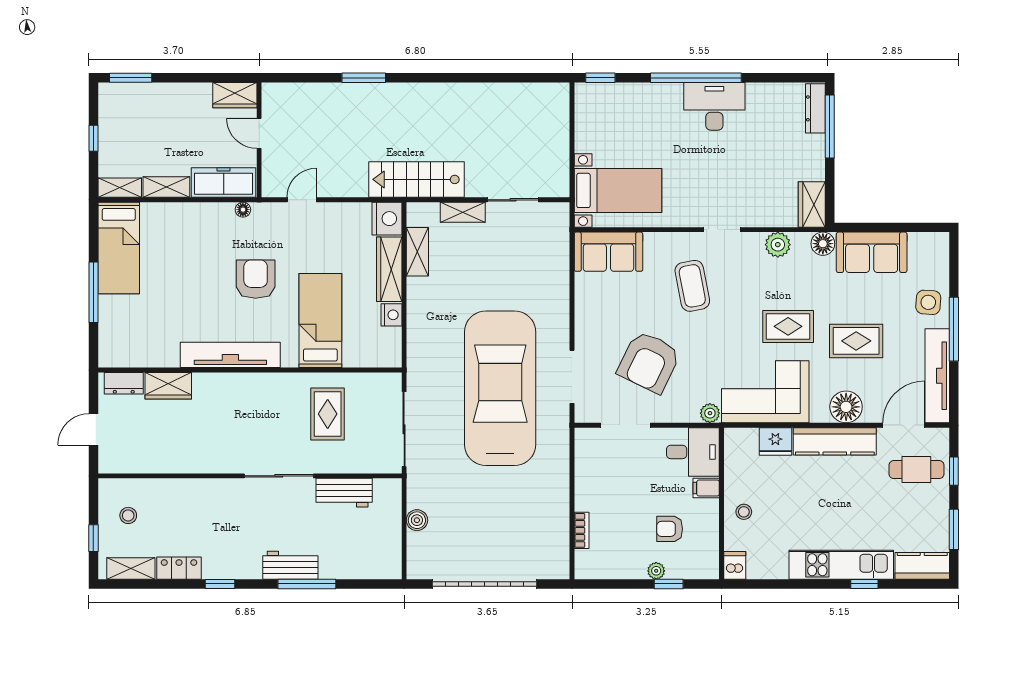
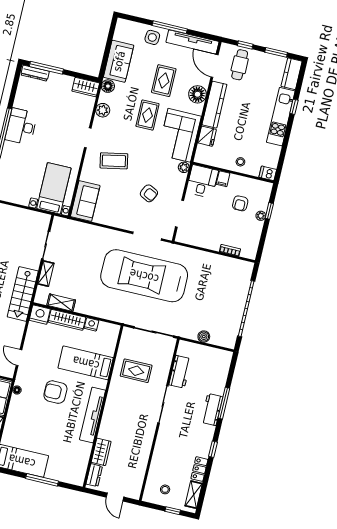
armchair: (649, 362) -> (149, 193), width x0.53, depth x0.53

